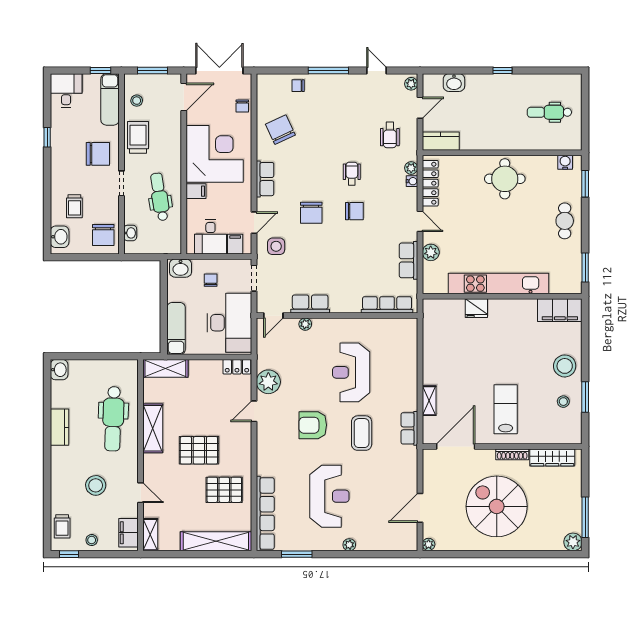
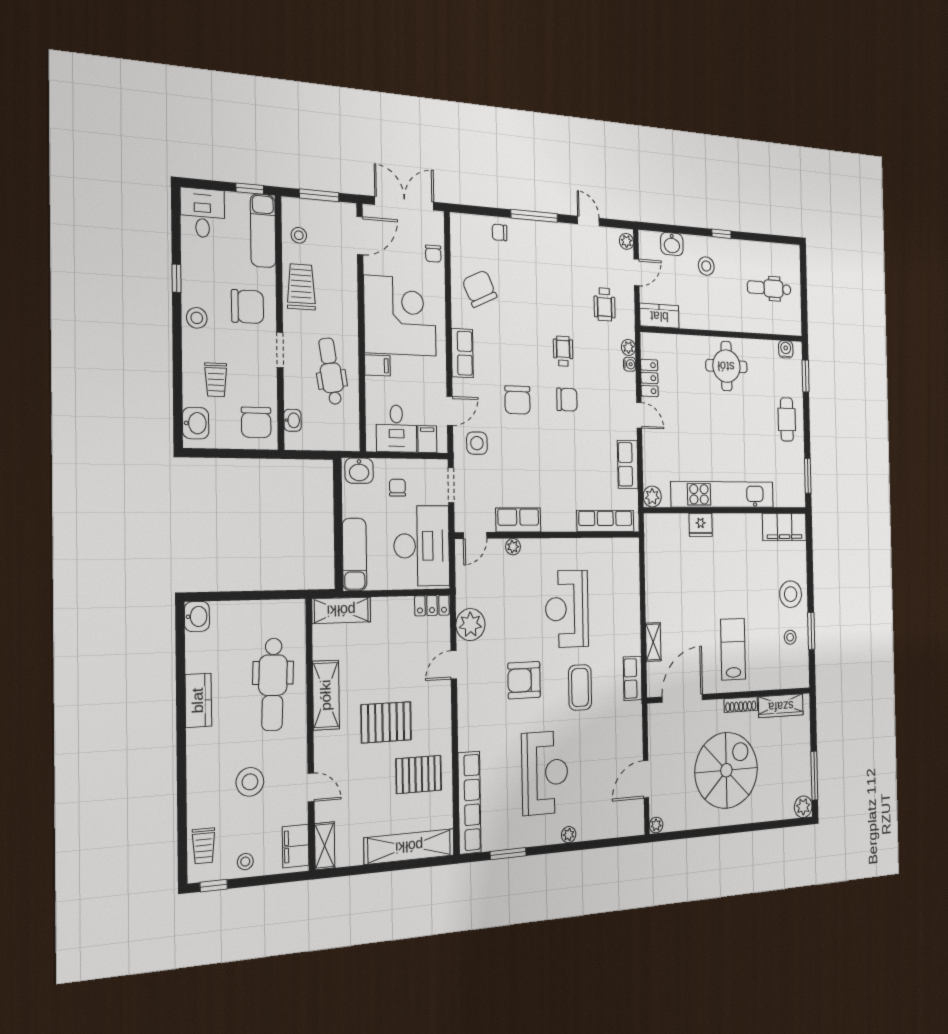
stool: (487, 98) -> (706, 266), added
stool: (61, 164) -> (197, 318), added
locker: (430, 183) -> (649, 378), width x0.66
plant: (431, 252) -> (652, 496), moved
spiral stairs: (497, 506) -> (726, 770), turned 90

